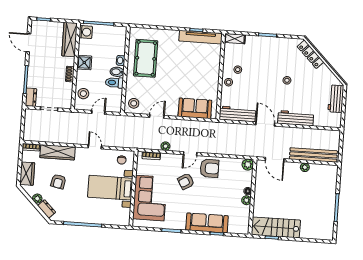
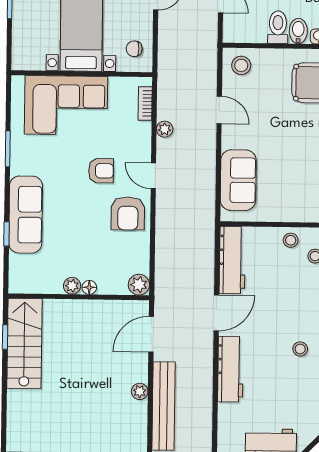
armchair: (186, 181) -> (101, 171), turned 121

